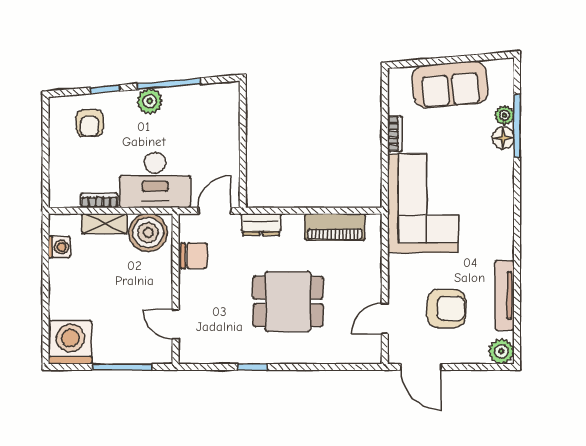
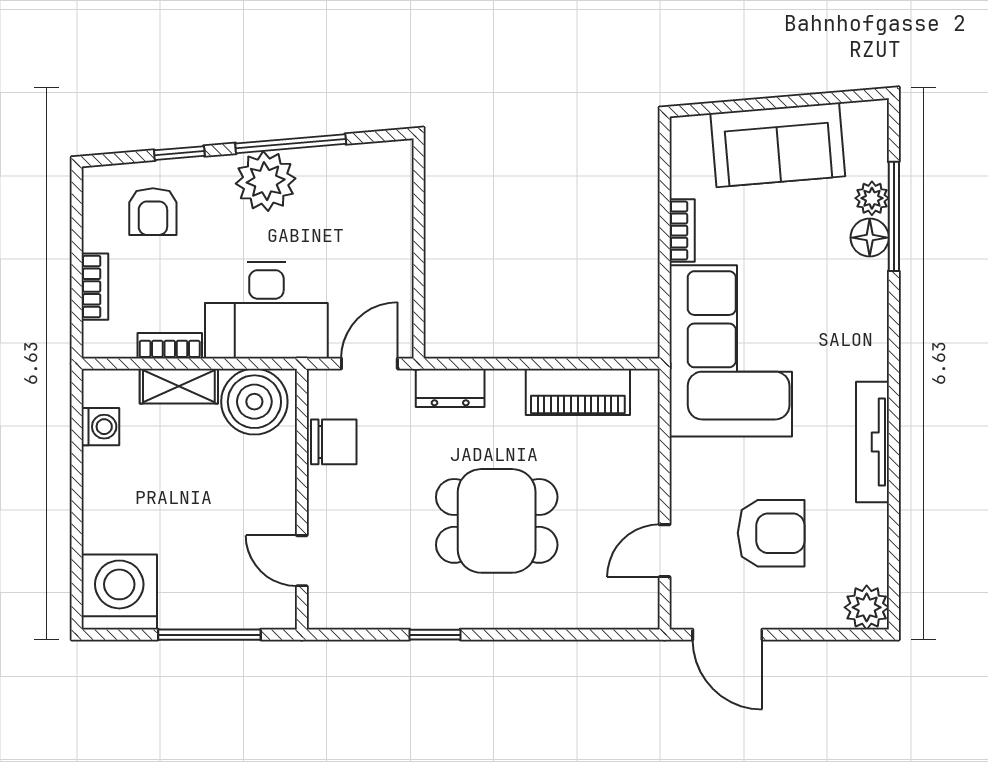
plant: (150, 101) -> (266, 181), width x1.36, depth x1.36
bookcase: (56, 166) -> (95, 287), added
tv unit: (505, 295) -> (872, 442), moved

